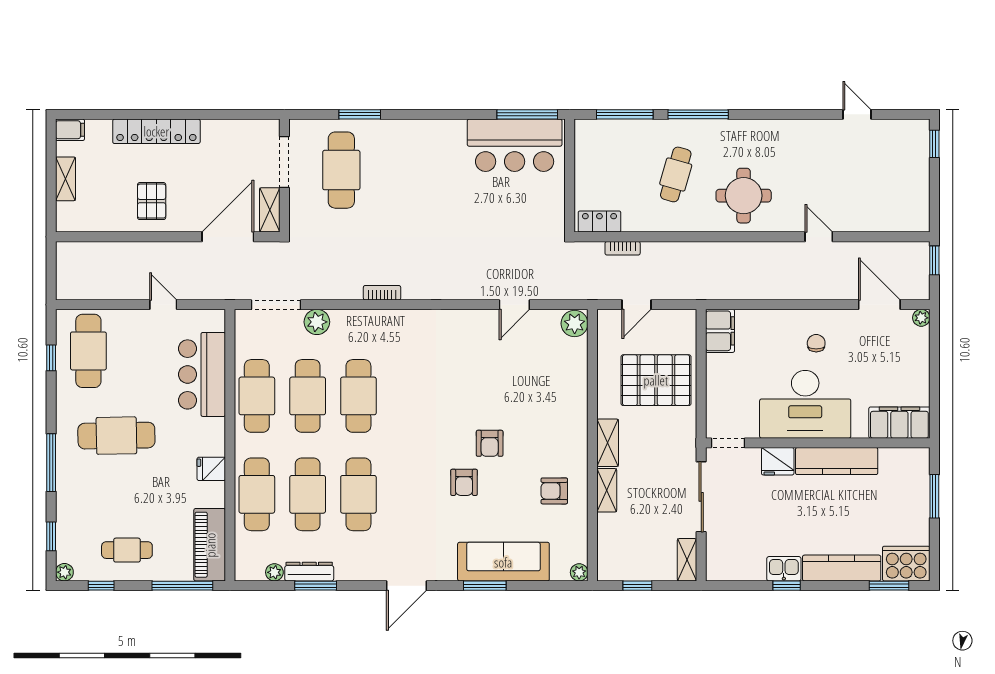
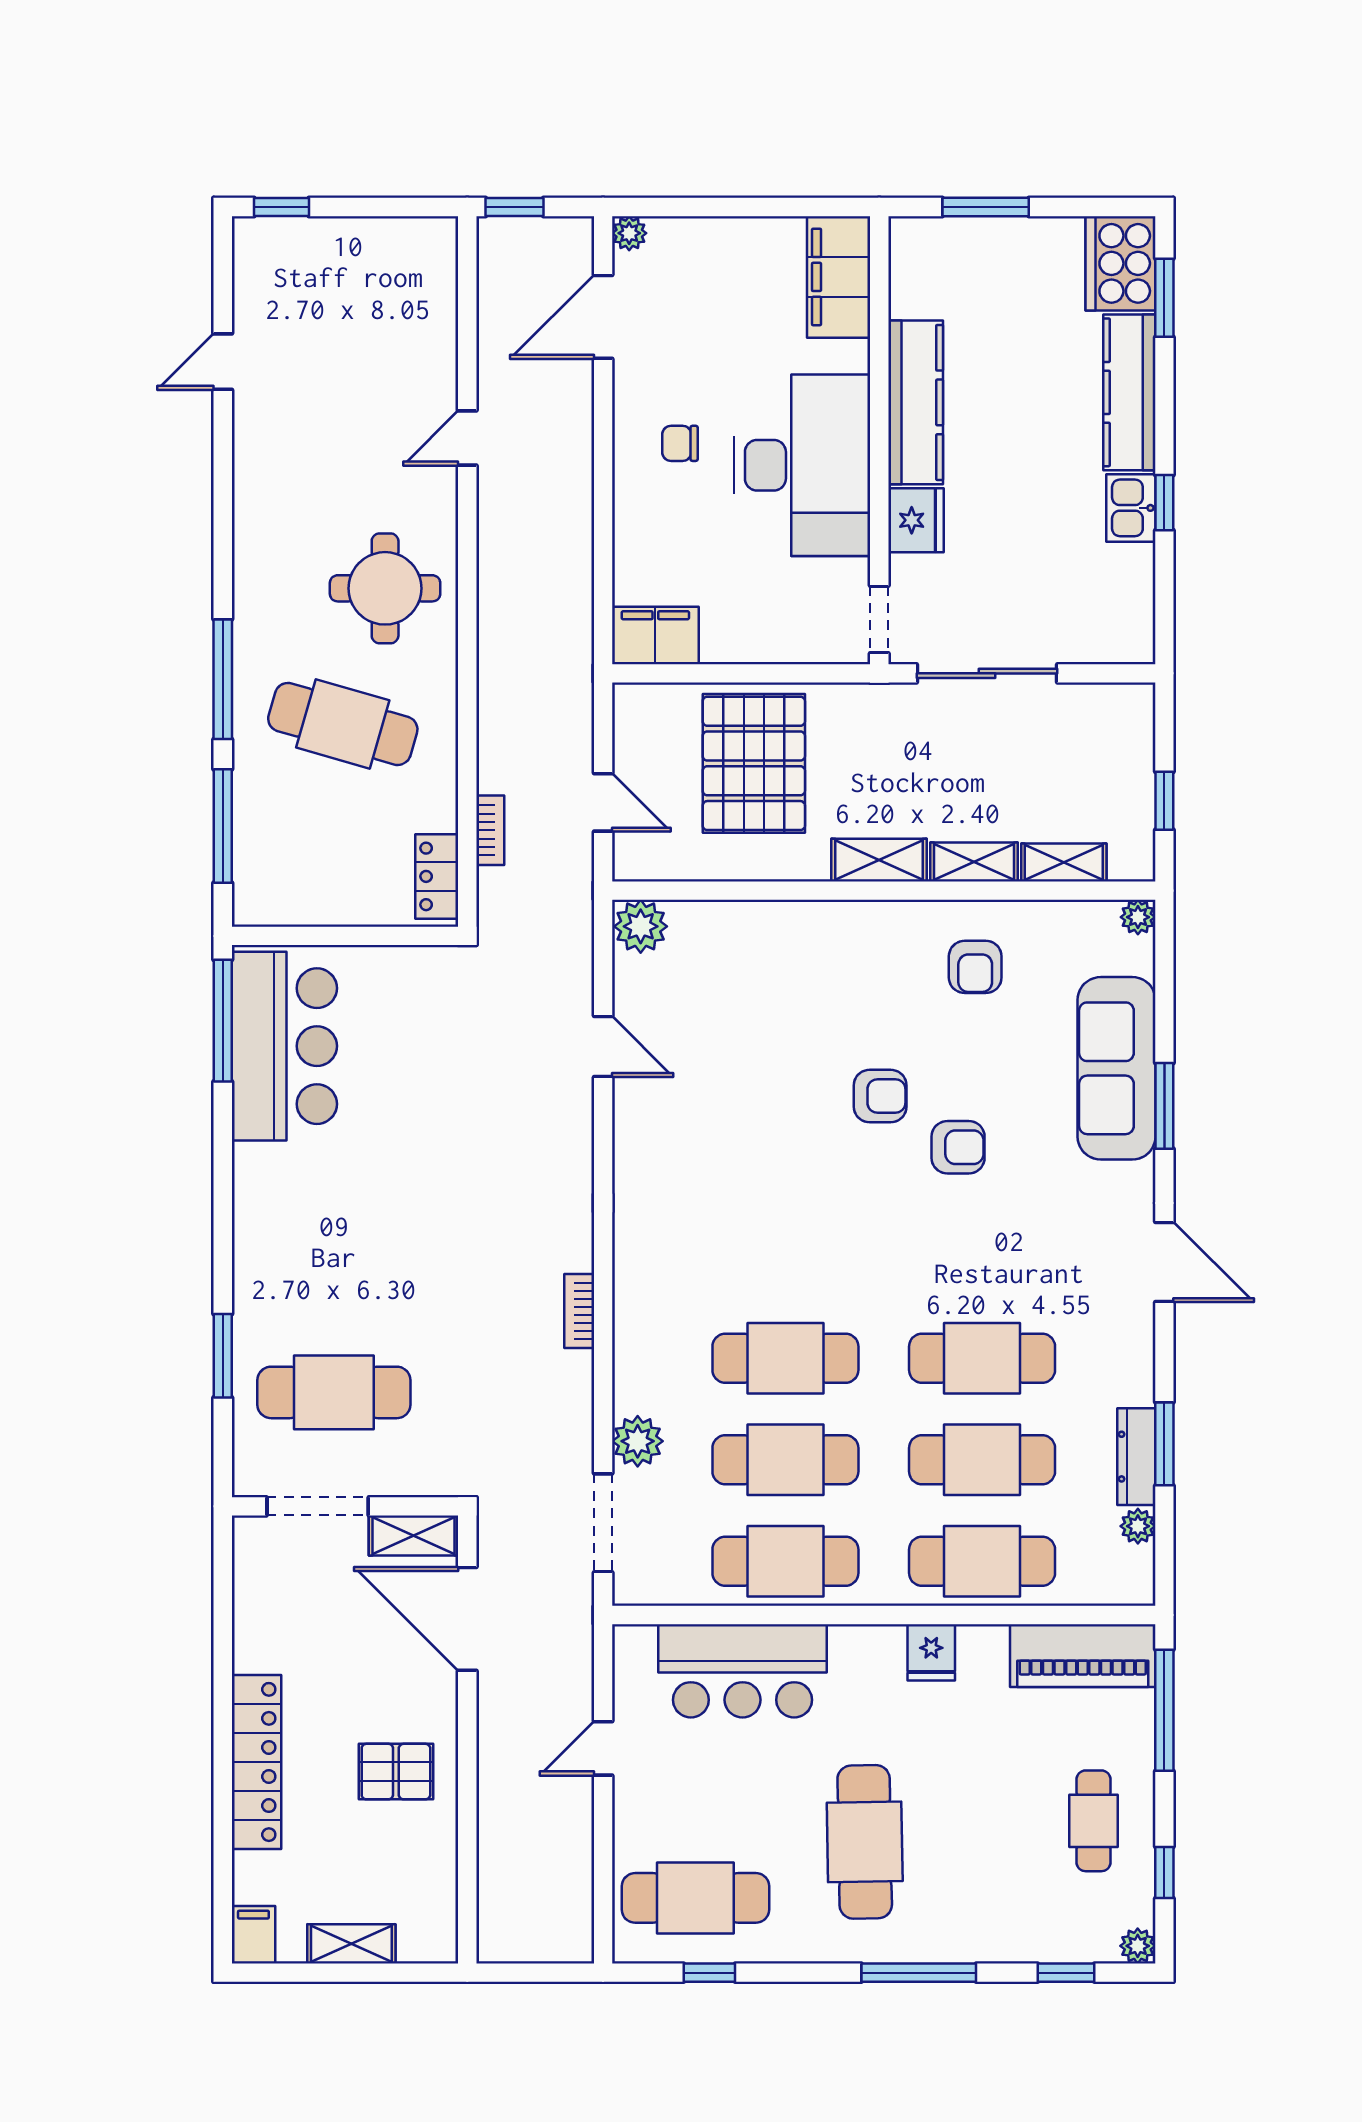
cafe table: (676, 174) -> (343, 724), width x1.37, depth x1.35
shelving: (687, 560) -> (1064, 862), moved

